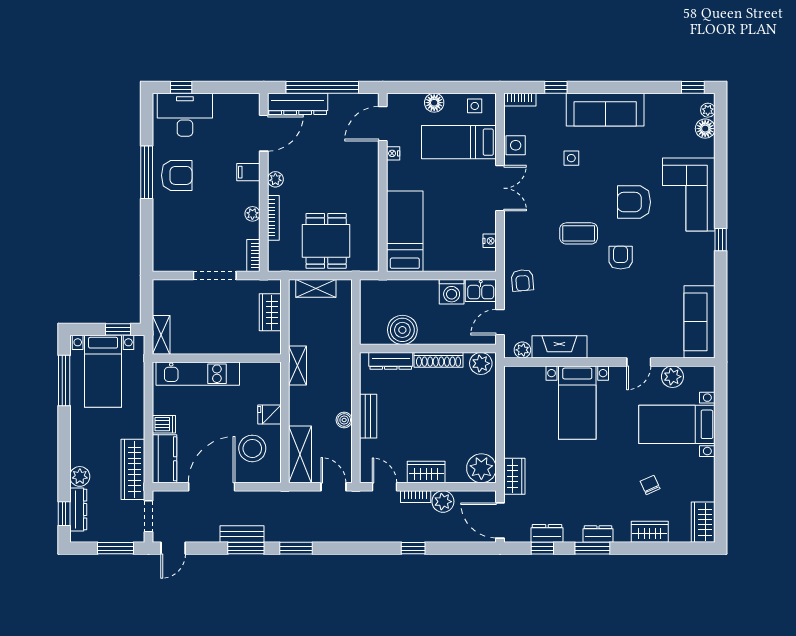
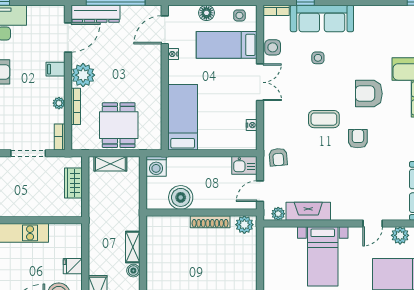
sofa: (605, 110) -> (322, 18), moved
plant: (275, 179) -> (83, 75), width x1.88, depth x1.88
washing machine: (452, 292) -> (156, 166), moved
dresser: (391, 361) -> (171, 223), removed
shelving: (298, 366) -> (133, 247), moved
bench: (368, 416) -> (153, 267), removed

